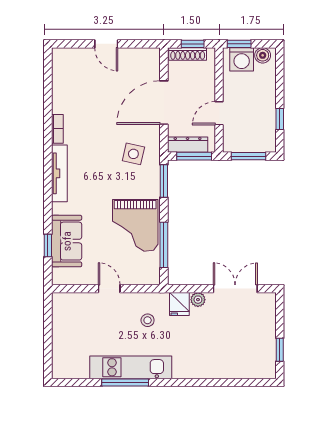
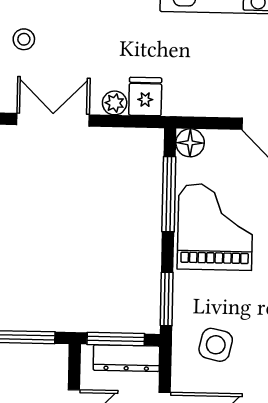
floor lamp: (152, 276) -> (190, 143), added
double door: (235, 289) -> (53, 120), swing flipped
stool: (148, 320) -> (24, 39), moved

